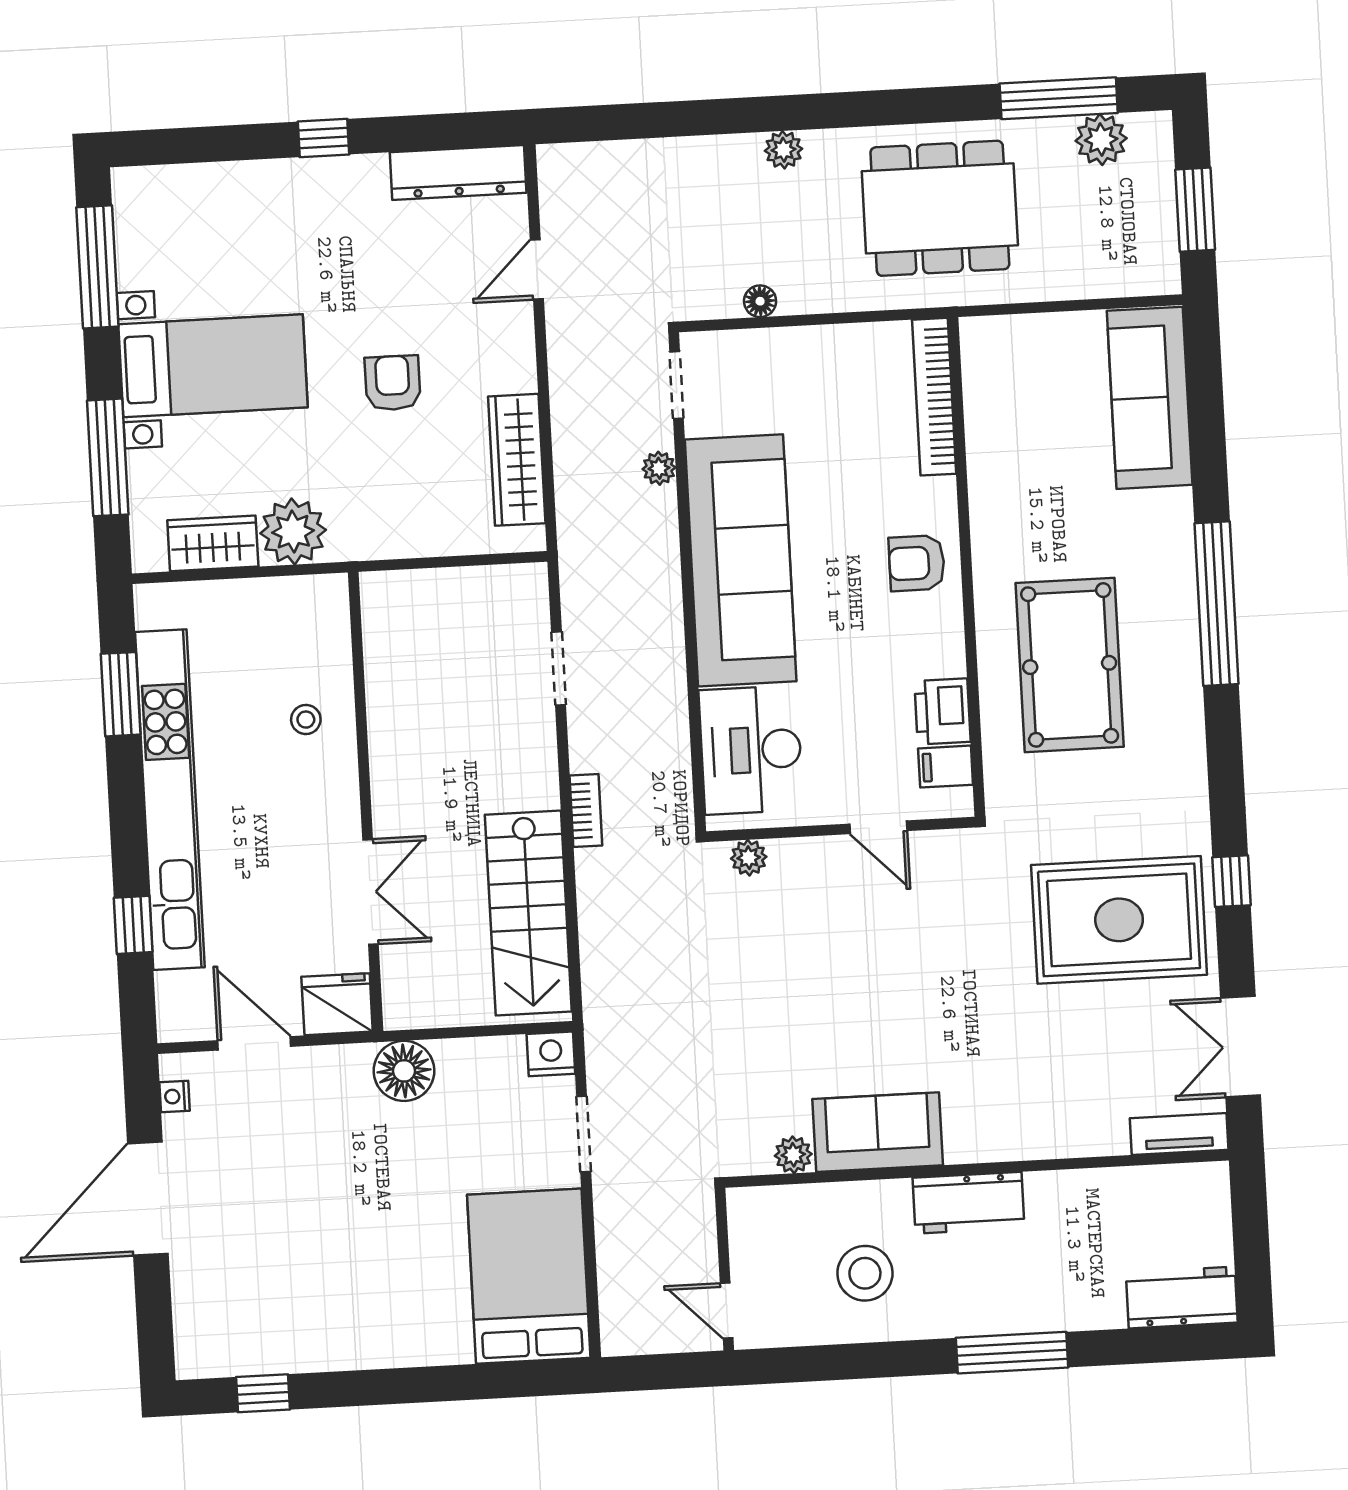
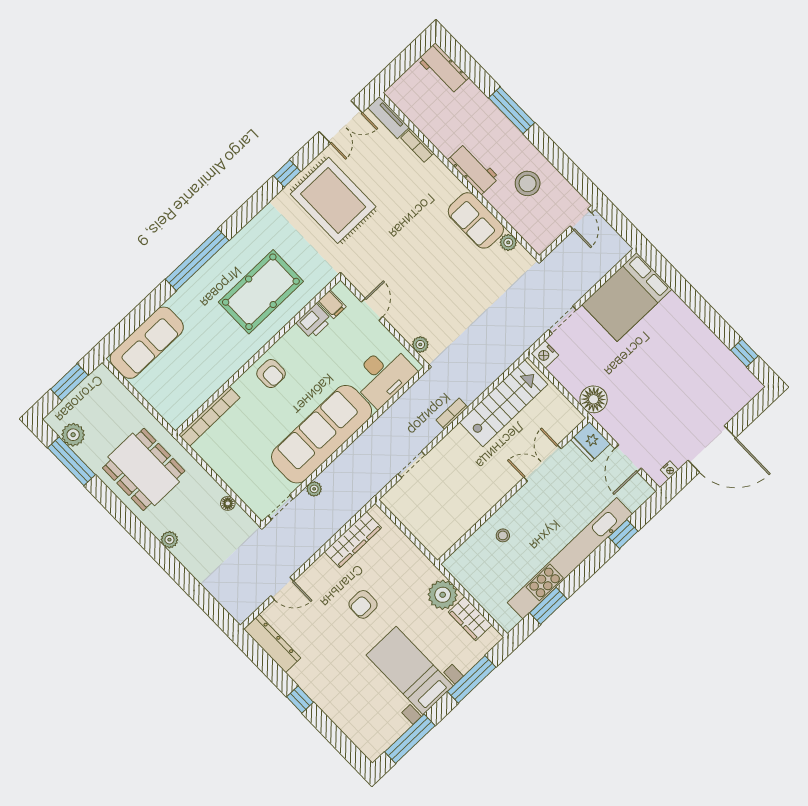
bookcase: (1089, 1142) -> (417, 145), added

